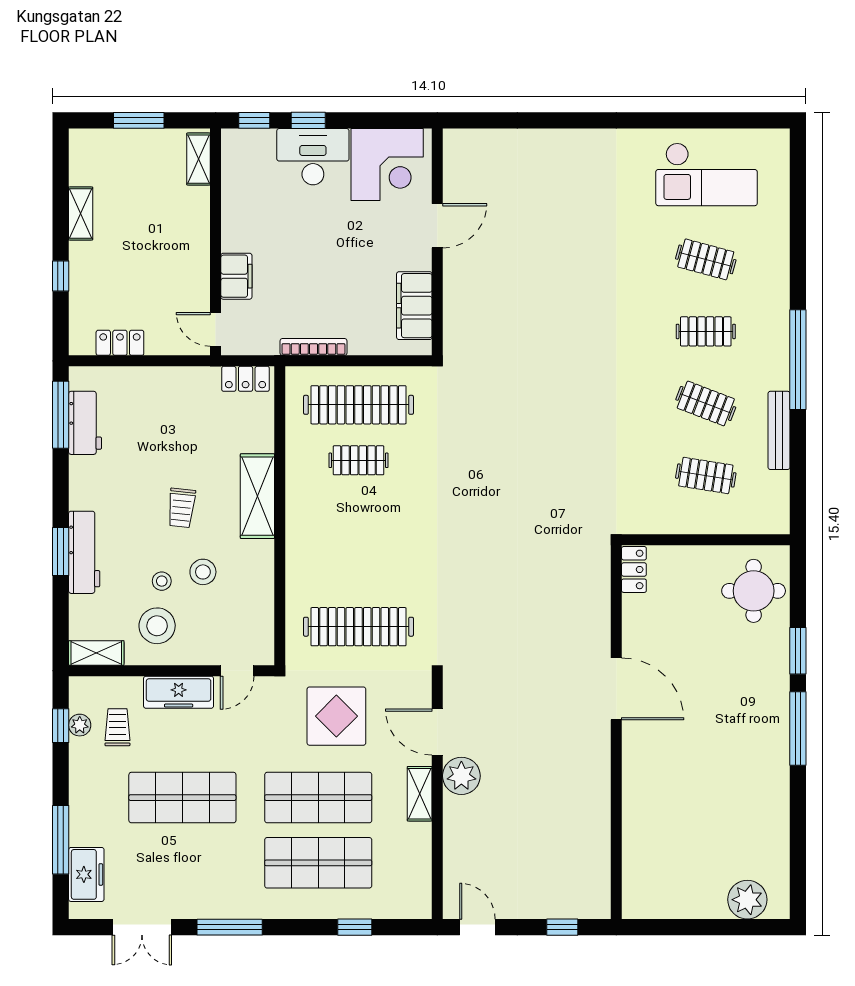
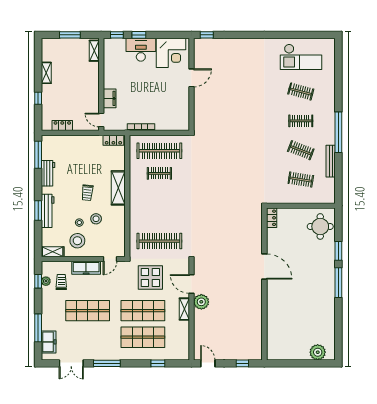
window: (475, 120) -> (207, 35), added
filing cabinet: (414, 306) -> (182, 110), removed
workbench: (85, 423) -> (48, 173), moved

